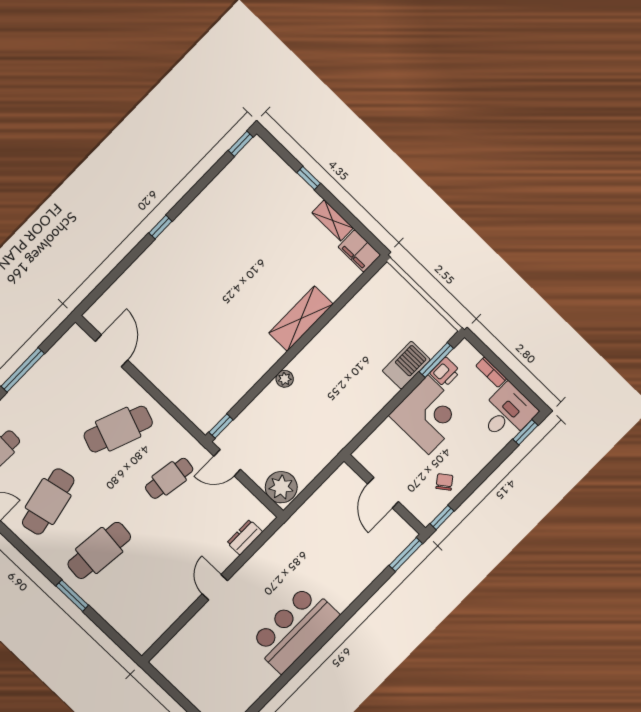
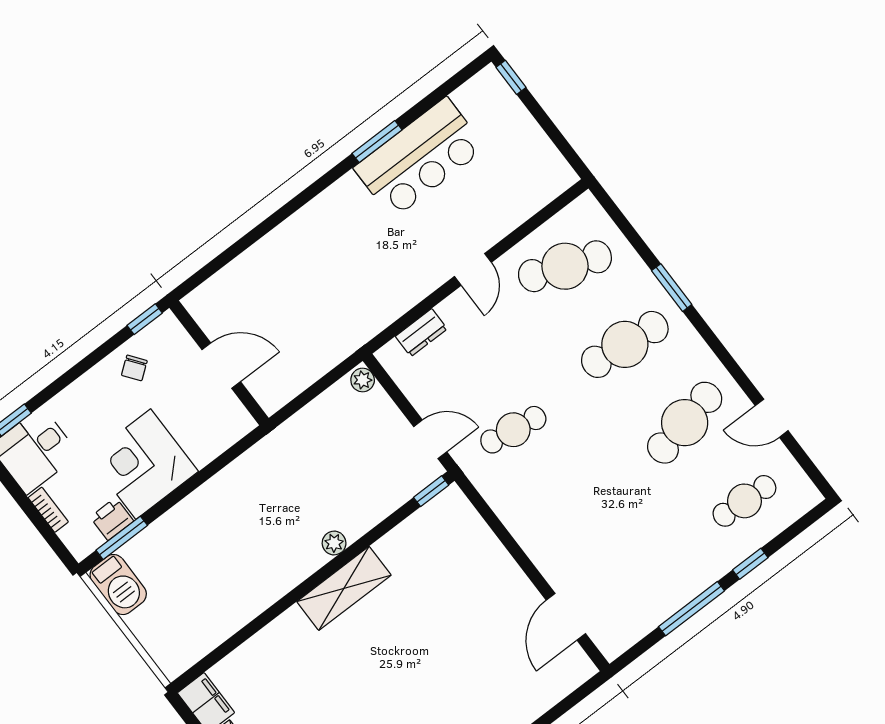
shelving: (301, 319) -> (344, 588), moved
barbecue: (406, 365) -> (118, 585), moved, turned -90
cafe table: (118, 429) -> (565, 266), moved
plant: (281, 487) -> (363, 380), width x0.53, depth x0.53
door: (383, 493) -> (221, 366), hinge flipped
window: (406, 554) -> (377, 142), moved
bar counter: (294, 629) -> (420, 158), moved

